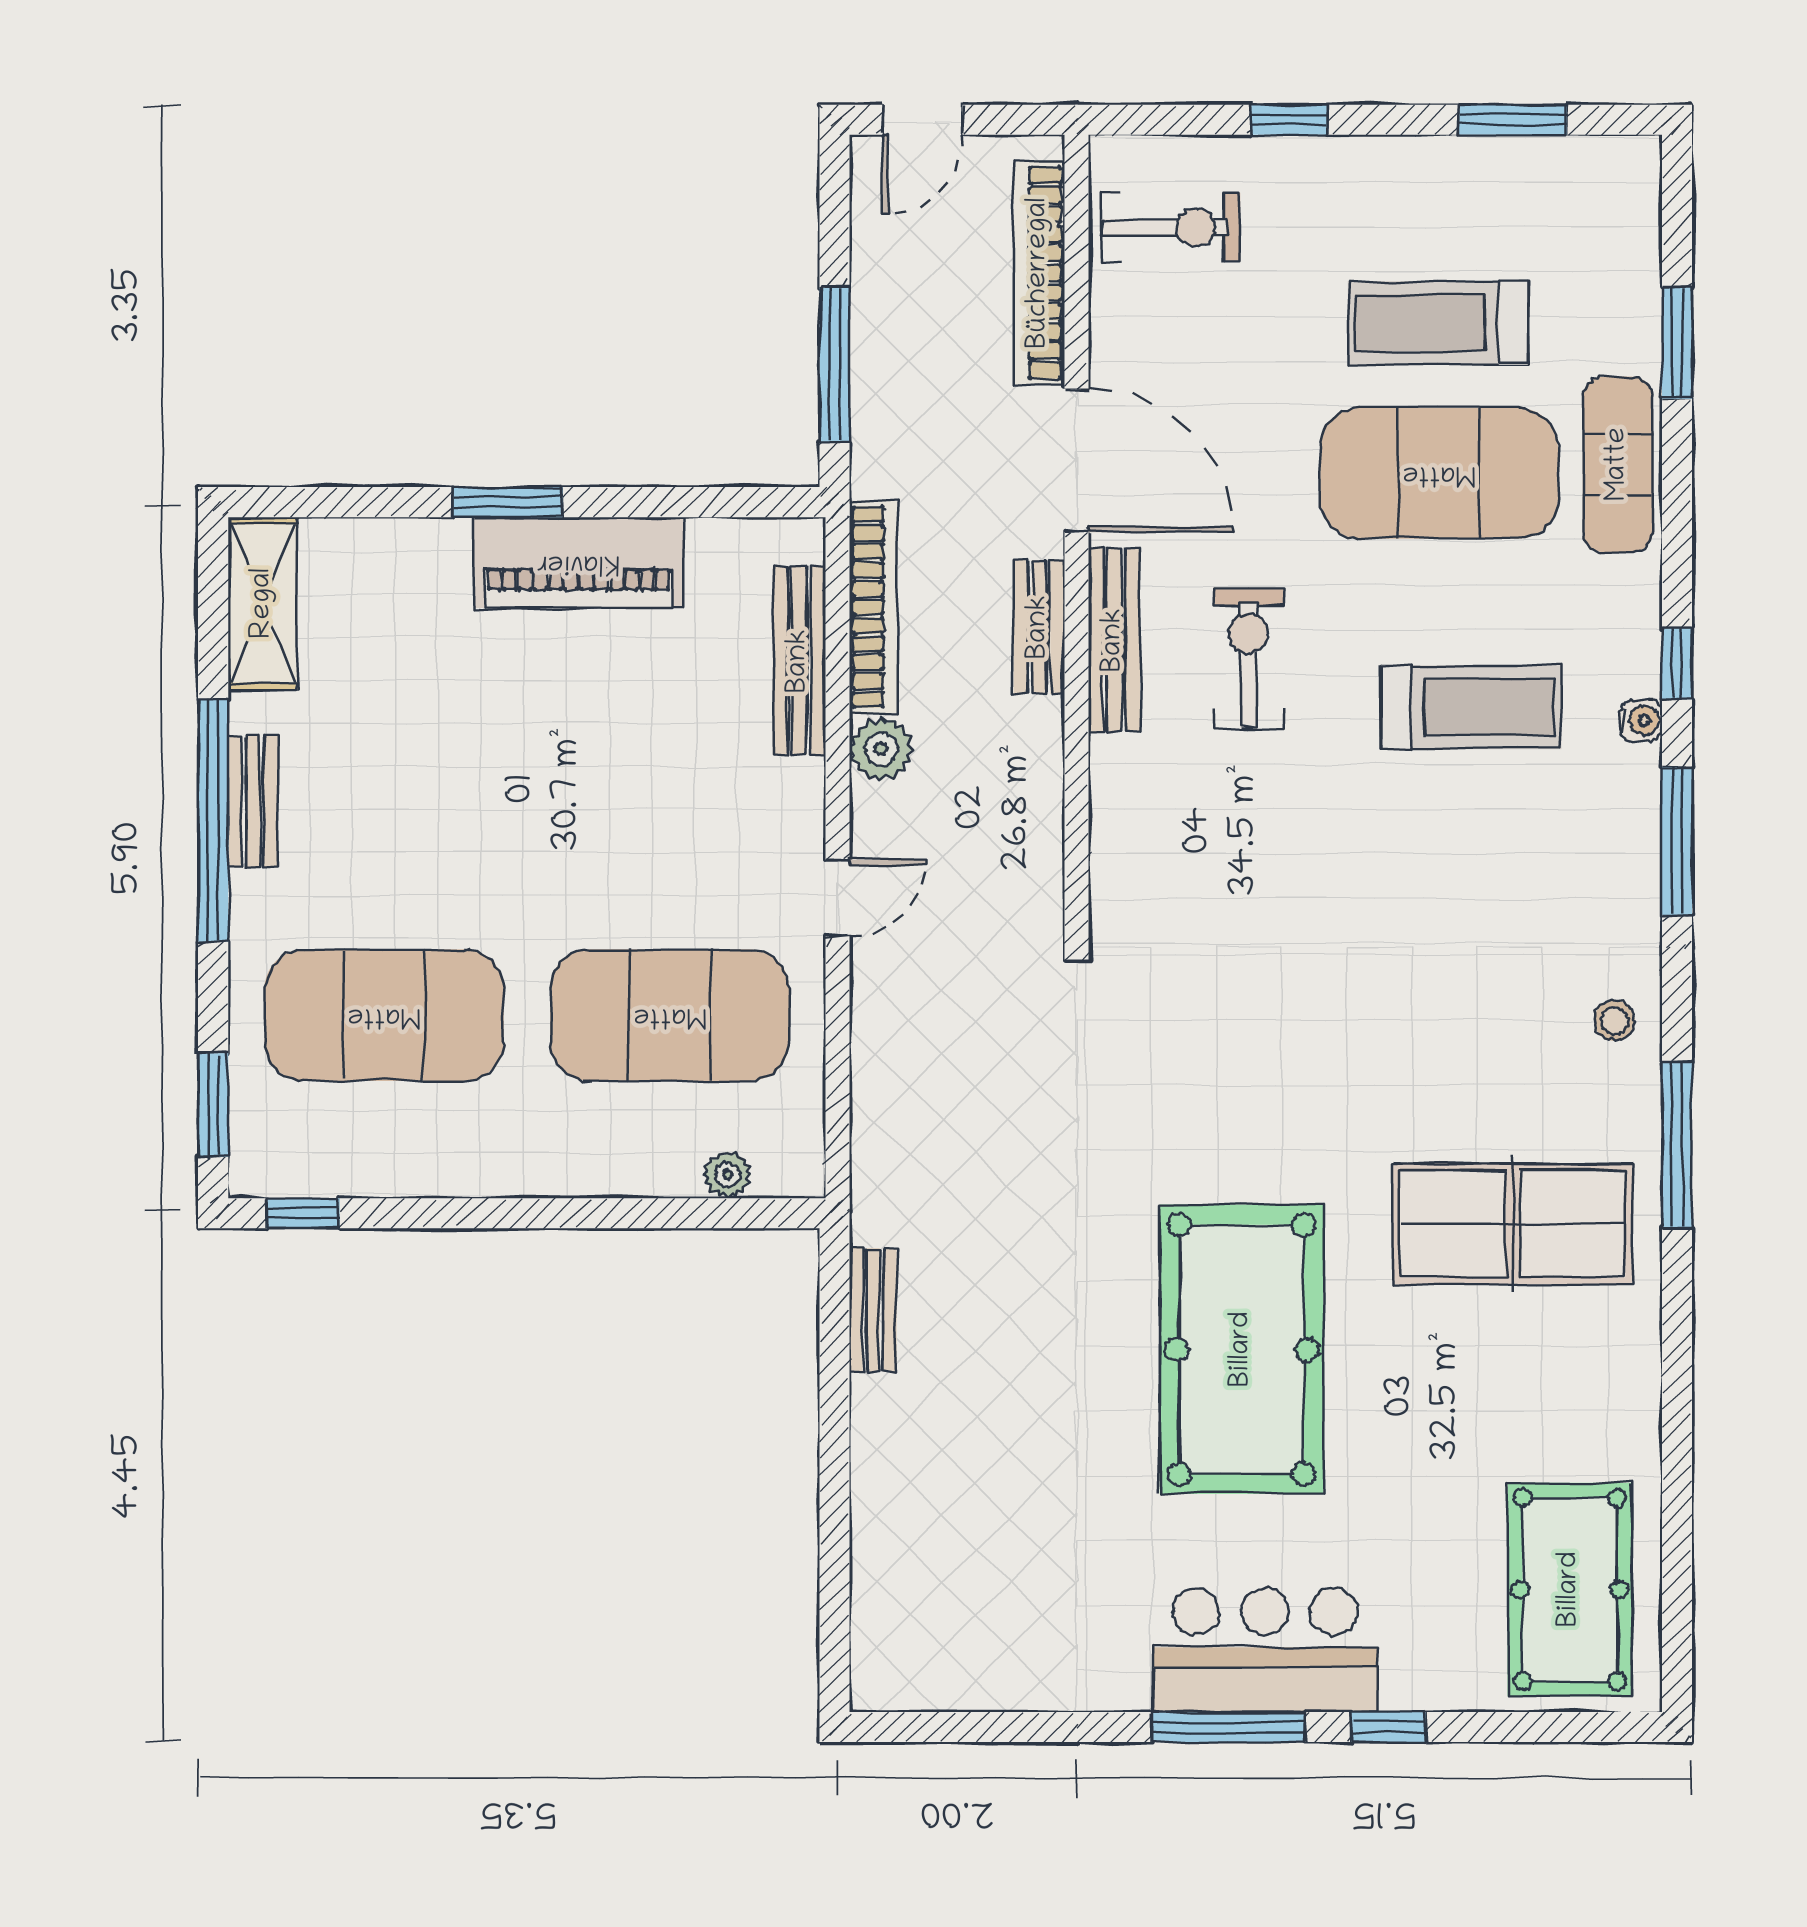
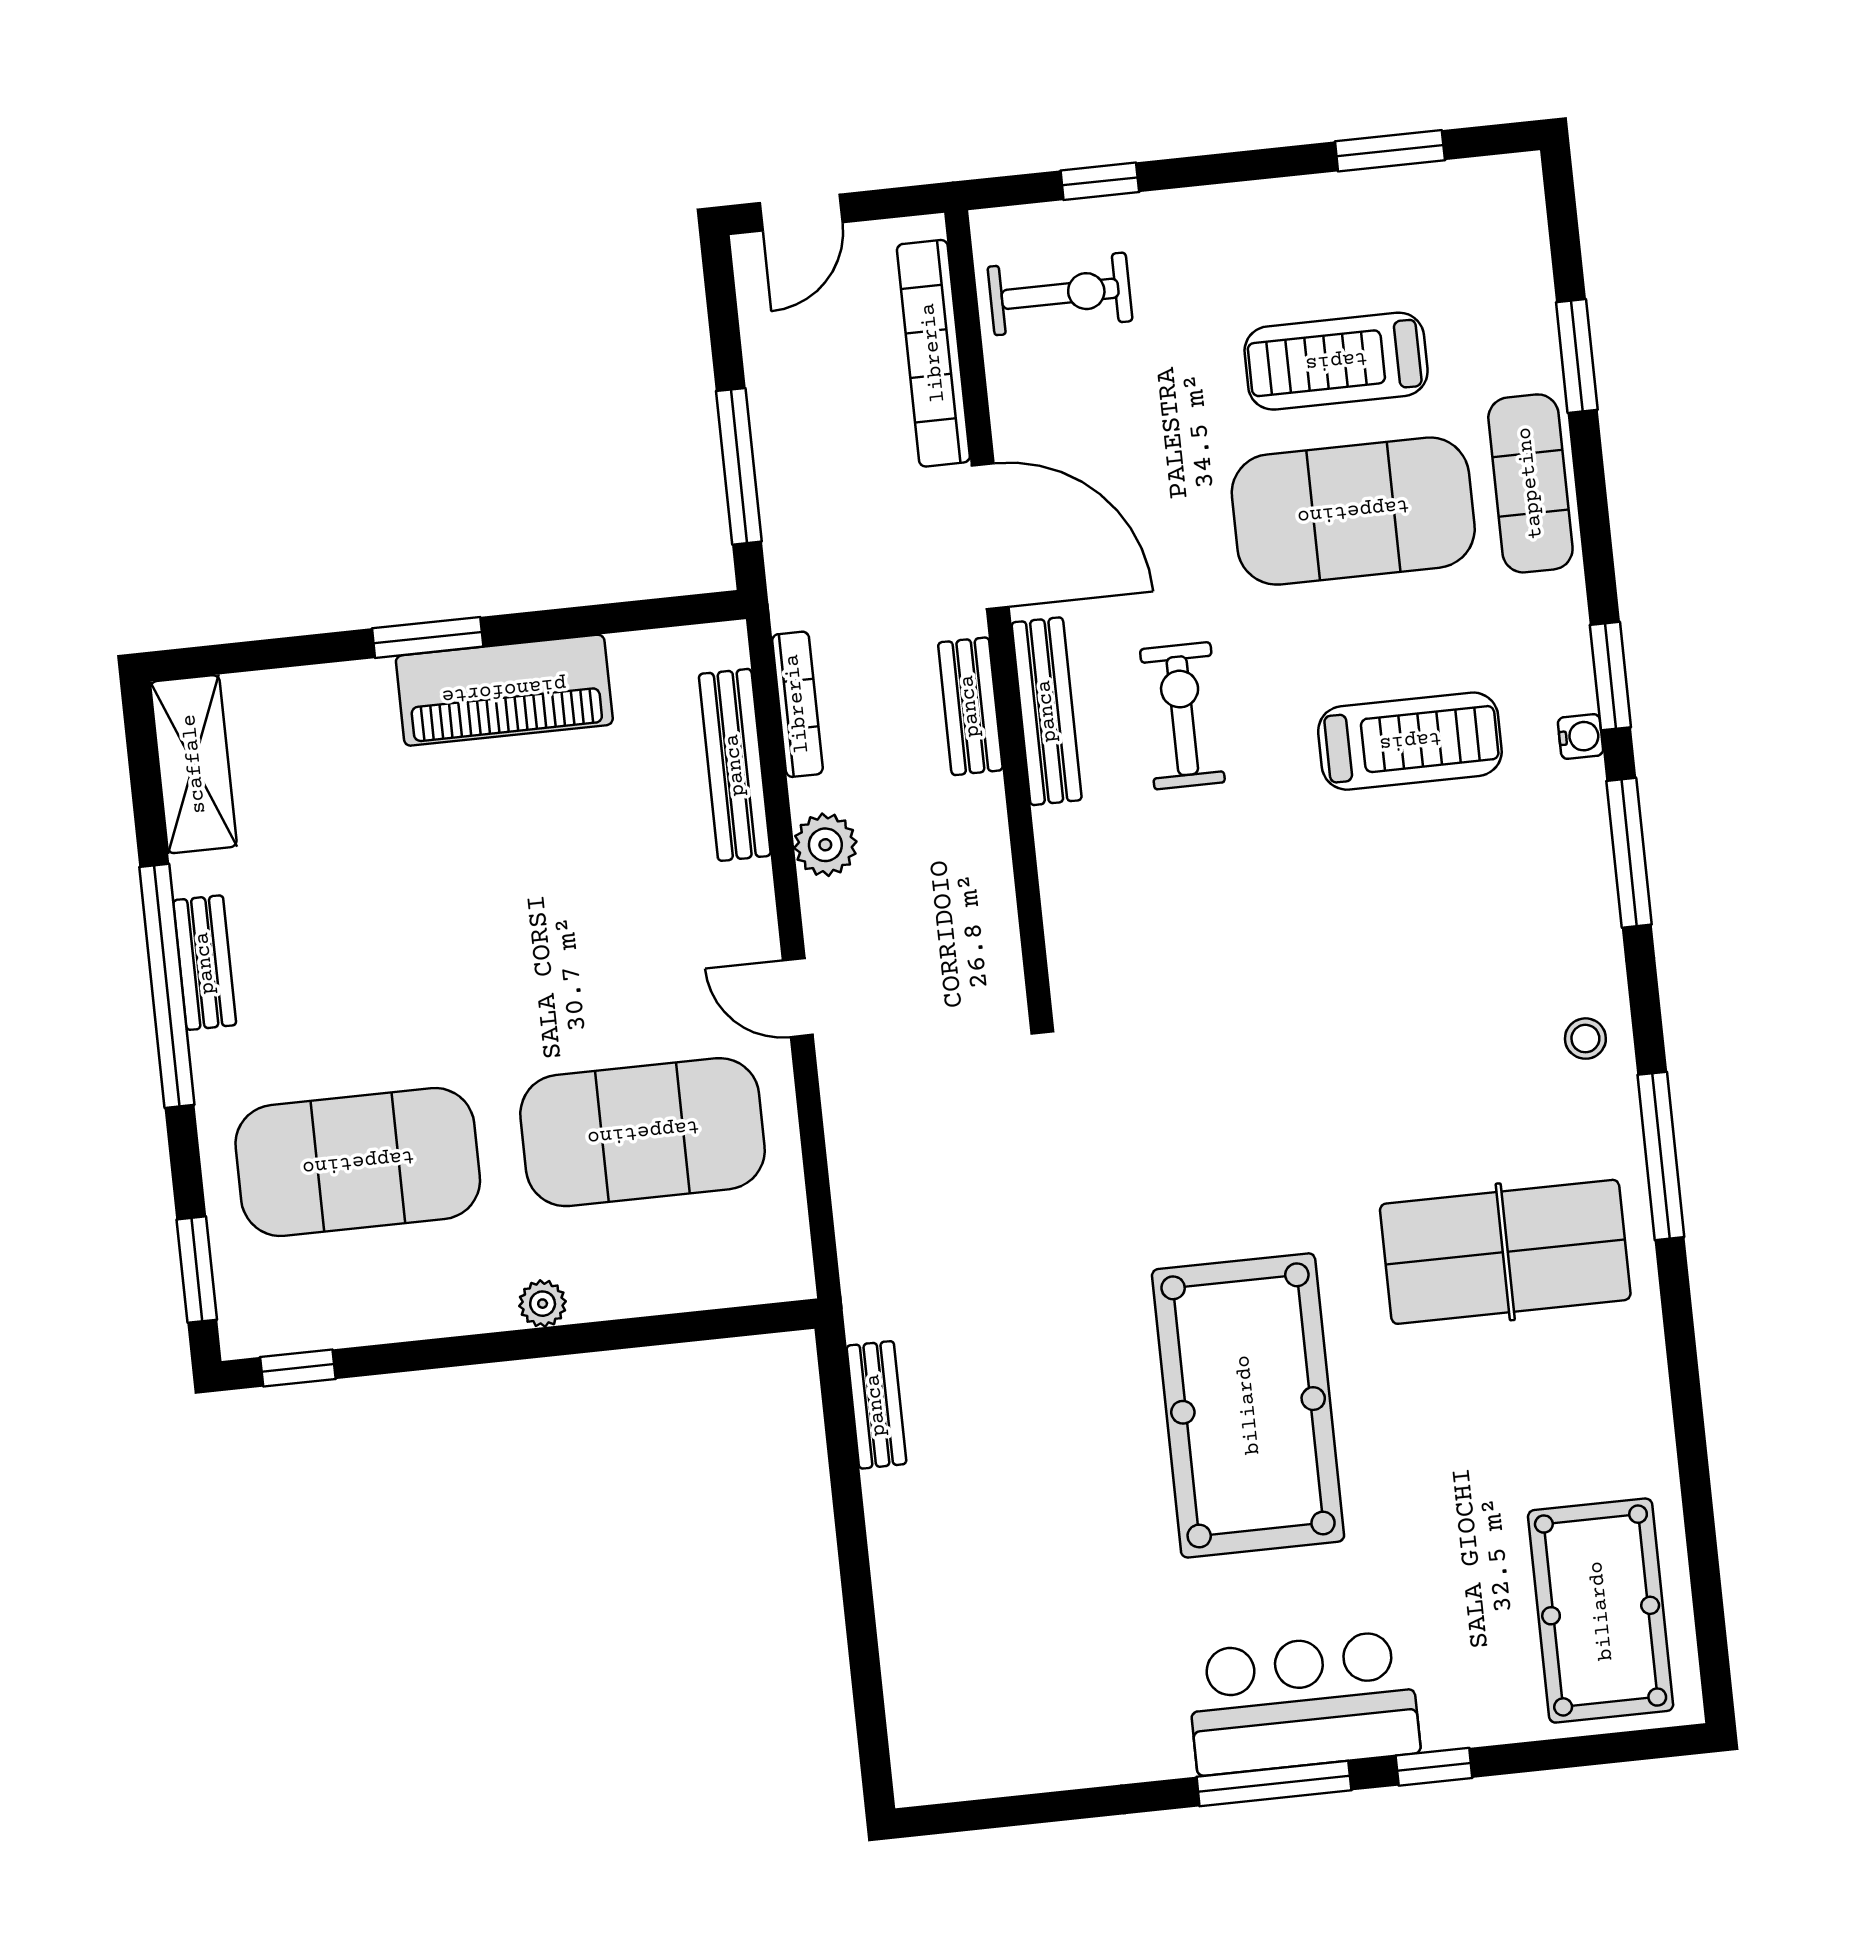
window: (1289, 120) -> (1100, 181), moved
bookcase: (874, 607) -> (797, 704), width x0.68, depth x0.76
window: (1677, 664) -> (1610, 676), width x1.50
door: (838, 898) -> (798, 998), swing flipped
plant: (727, 1175) -> (543, 1304), moved

